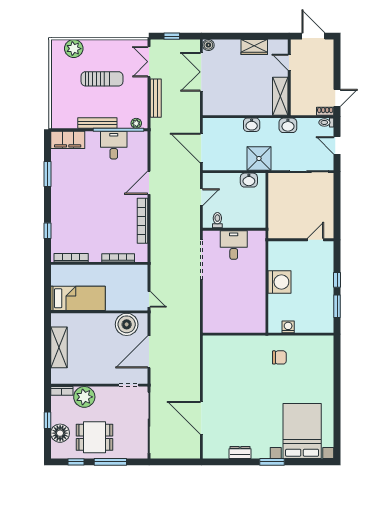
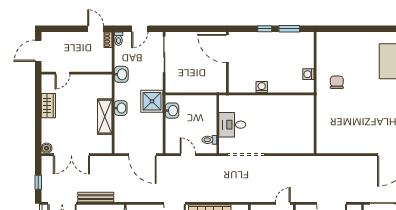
shelving: (280, 96) -> (105, 117), moved, turned 90
door: (201, 148) -> (142, 155), hinge flipped
door: (316, 240) -> (227, 49), width x1.88
washing machine: (280, 282) -> (262, 87), width x0.53, depth x0.53

